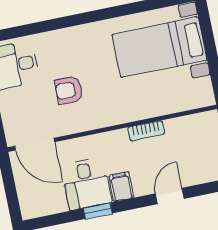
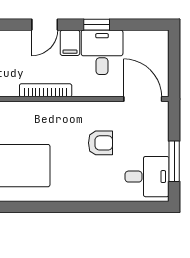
bookcase: (146, 131) -> (46, 90), width x1.56
door: (170, 196) -> (45, 25), moved

